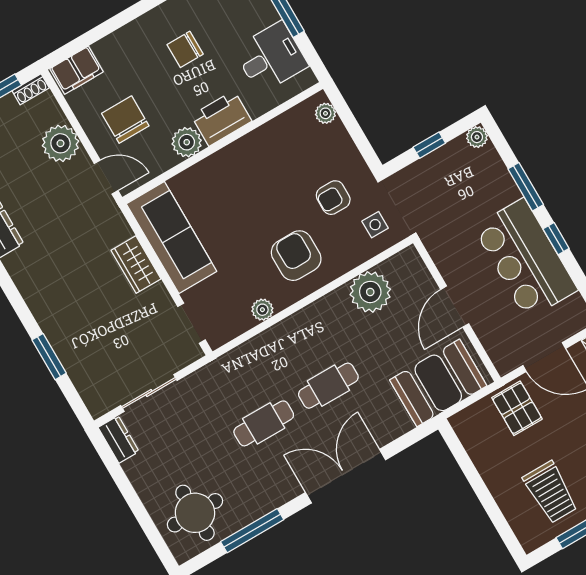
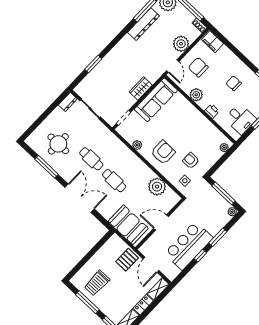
printer: (221, 118) -> (212, 111), width x0.53, depth x0.68
chair: (125, 120) -> (198, 67), turned -90
window: (429, 145) -> (223, 193), width x2.17
round table: (195, 513) -> (58, 144), moved

